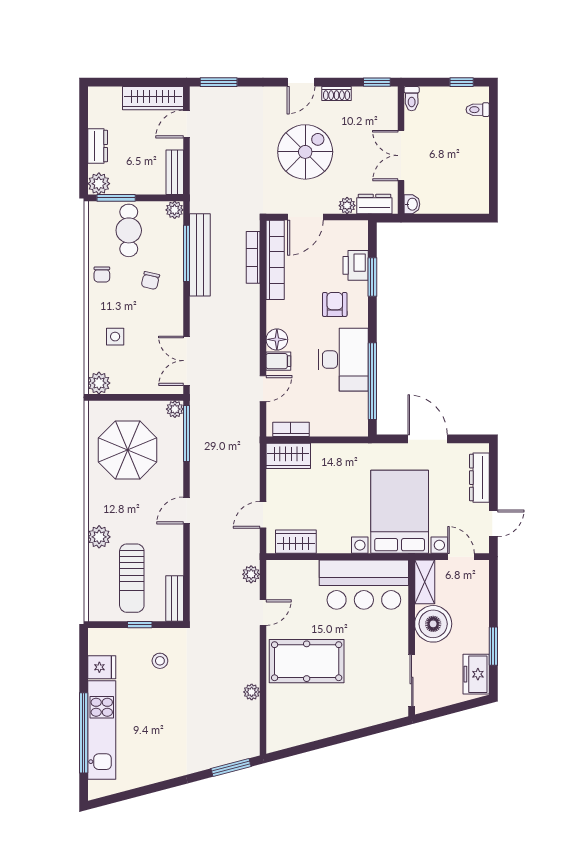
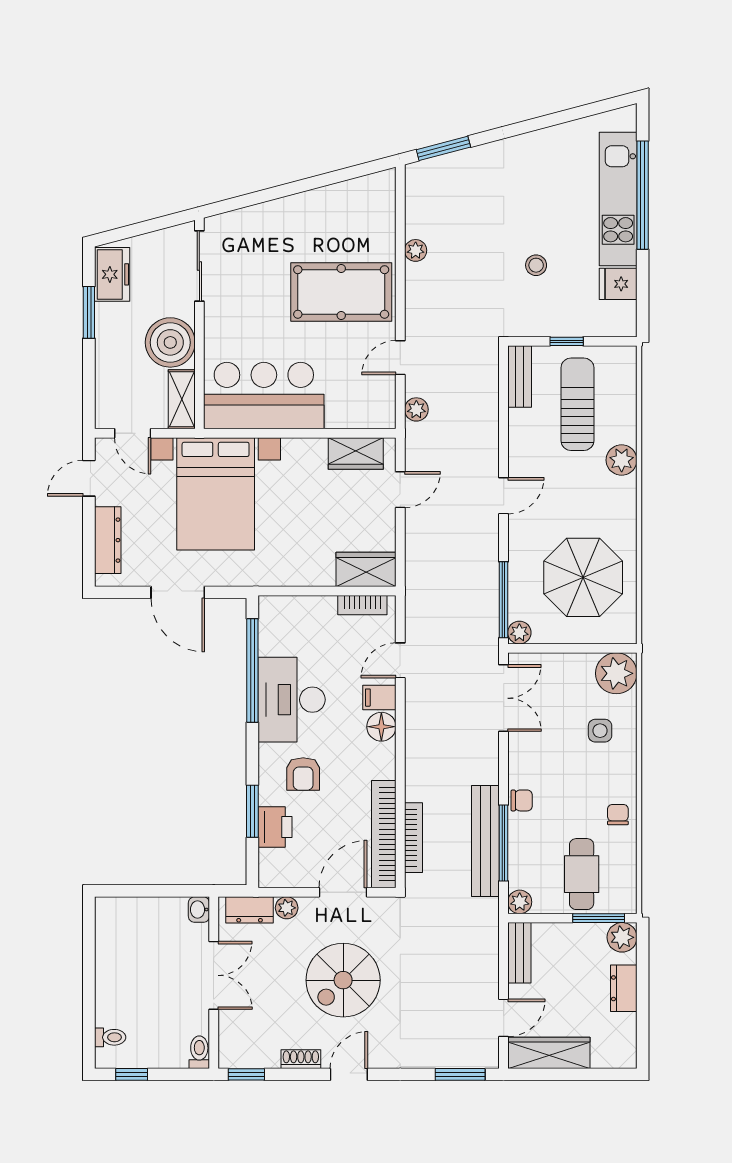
chair: (150, 280) -> (522, 800), moved, turned 77
plant: (99, 383) -> (616, 673), width x1.36, depth x1.36
stool: (160, 661) -> (536, 265), moved

